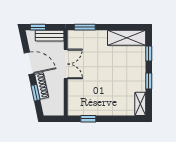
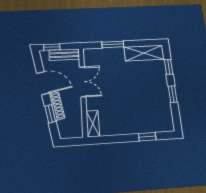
window: (85, 27) -> (113, 44), moved
shelving: (140, 104) -> (93, 124), moved
window: (88, 119) -> (147, 137), moved

